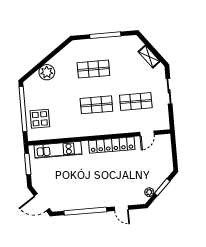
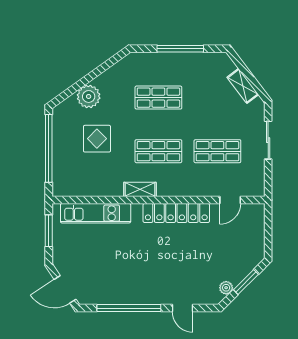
display table: (40, 119) -> (97, 139), moved
shelving: (86, 131) -> (140, 189), added

